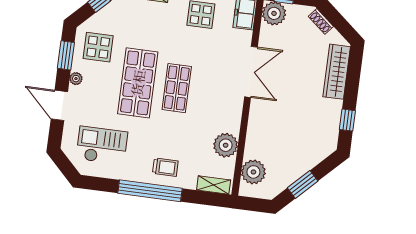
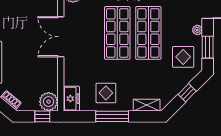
double door: (251, 72) -> (61, 37), moved
shop shelf: (177, 88) -> (117, 33), width x1.43, depth x1.36

